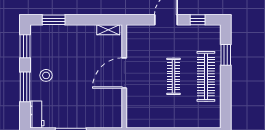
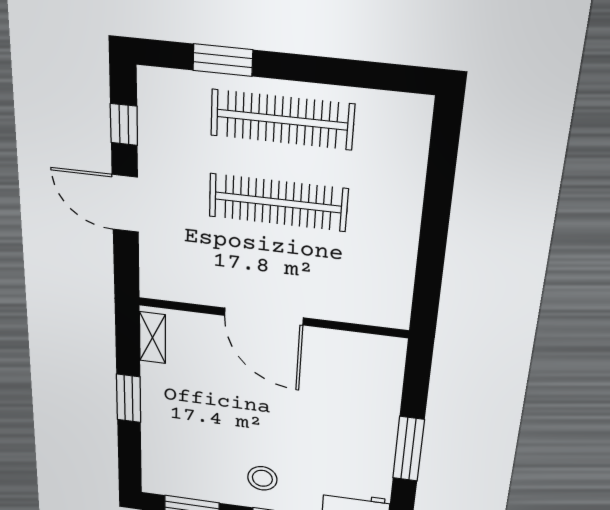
window: (54, 20) -> (129, 398), moved
clothes rail: (173, 76) -> (278, 203), width x1.37, depth x1.31

